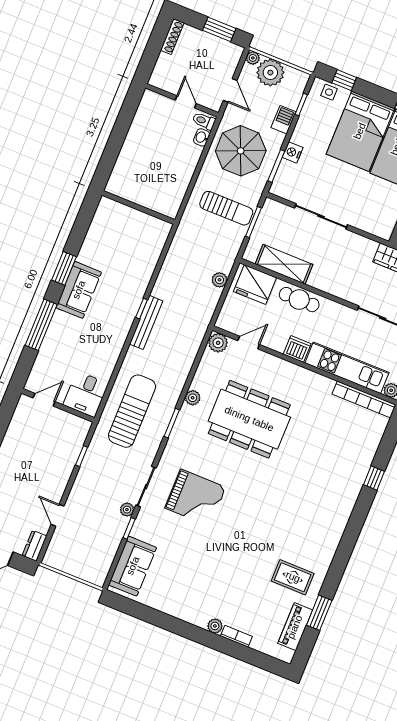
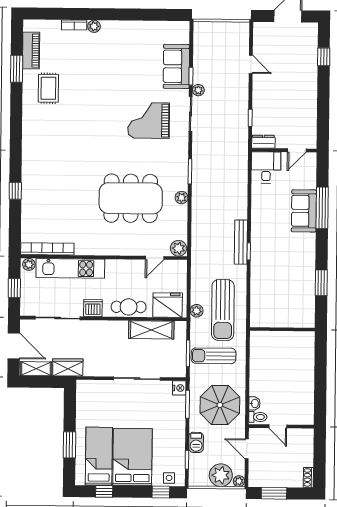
shoe rack: (172, 37) -> (308, 477), width x0.70
nightstand: (293, 152) -> (179, 388), moved
window: (64, 268) -> (321, 283), moved
plant: (220, 280) -> (197, 311), moved
sofa: (79, 290) -> (304, 211), moved
dishwasher: (297, 349) -> (93, 308), moved, turned 180
sun lounger: (132, 411) -> (223, 310), moved
dresser: (34, 546) -> (263, 142), moved, turned -90
sofa: (133, 566) -> (176, 66), moved
rug: (293, 577) -> (48, 88), turned 90

